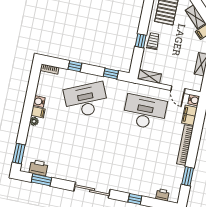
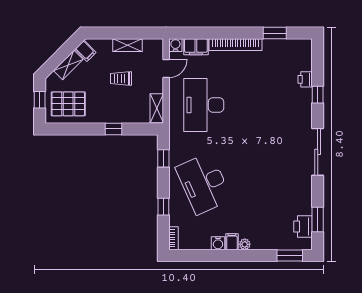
trolley: (153, 41) -> (121, 78), moved
printer: (162, 195) -> (305, 79), moved

